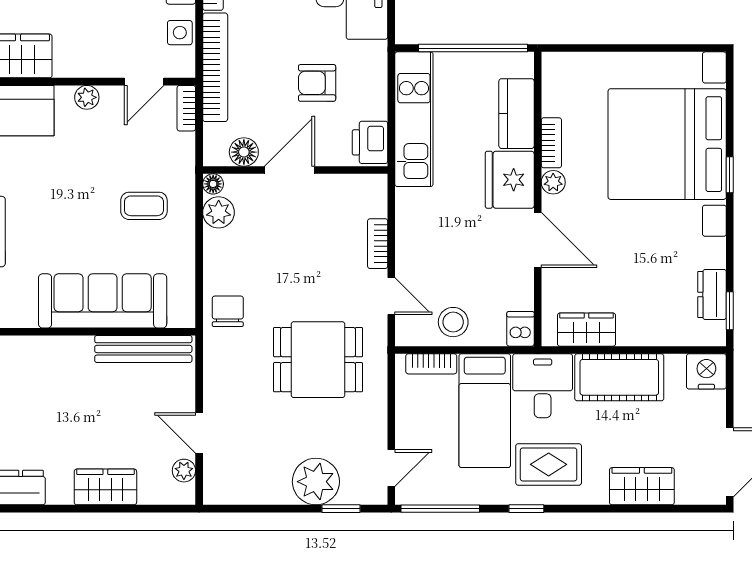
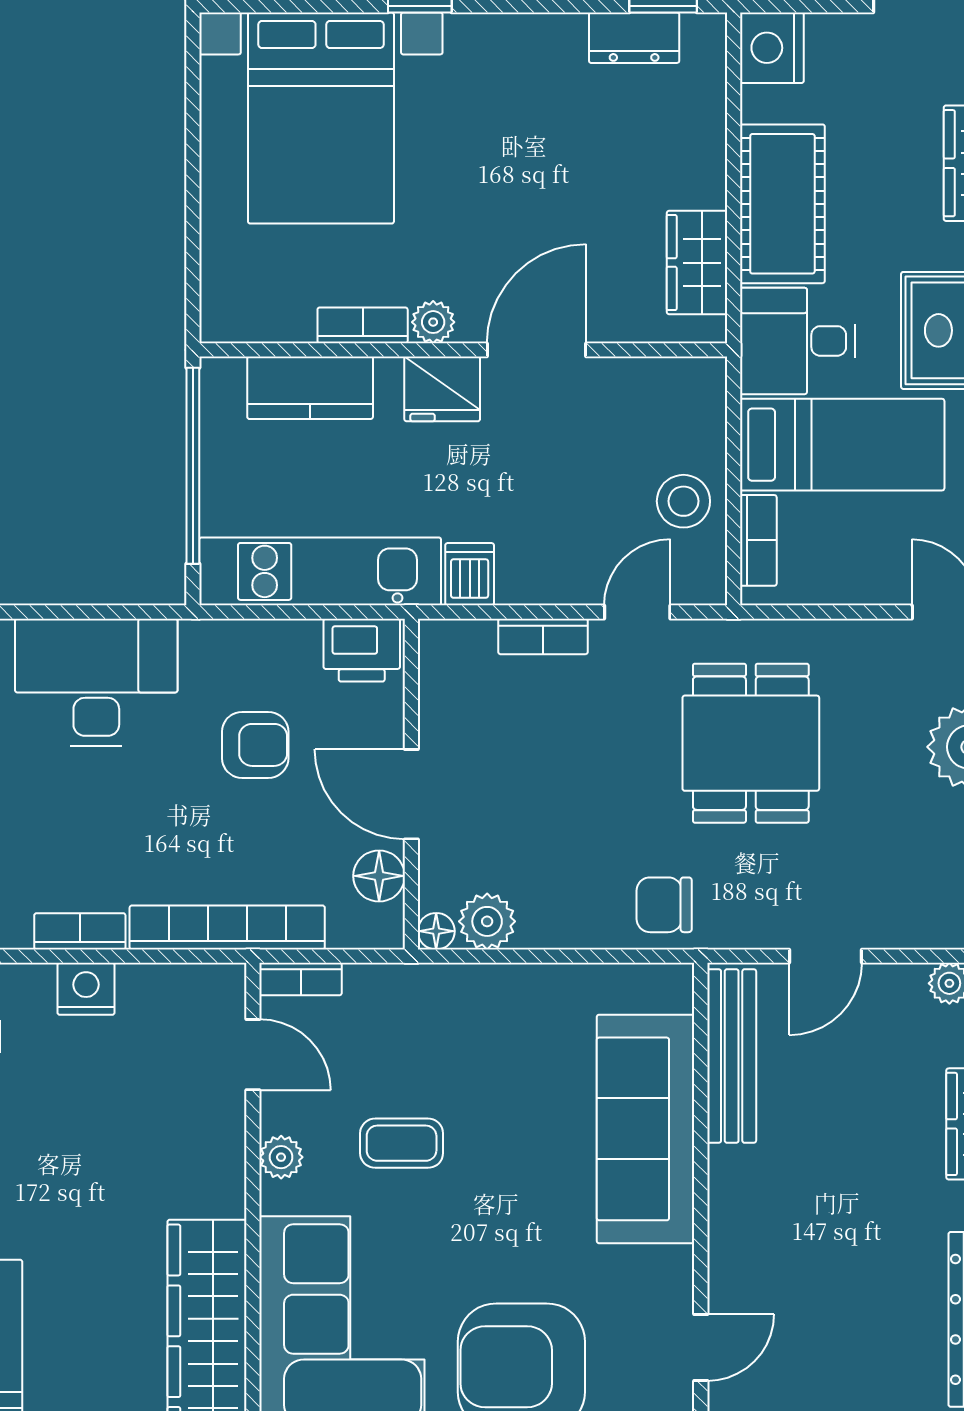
side table: (180, 33) -> (165, 991), removed
armchair: (317, 83) -> (255, 745), turned -90
bed with nightstands: (667, 144) -> (321, 118), width x0.73
fridge: (510, 180) -> (442, 389), width x0.73, depth x0.75
coffee table: (144, 206) -> (402, 1143), moved, turned 90
dishwasher: (520, 329) -> (470, 574), moved, turned 90
door: (199, 433) -> (826, 956), moved

